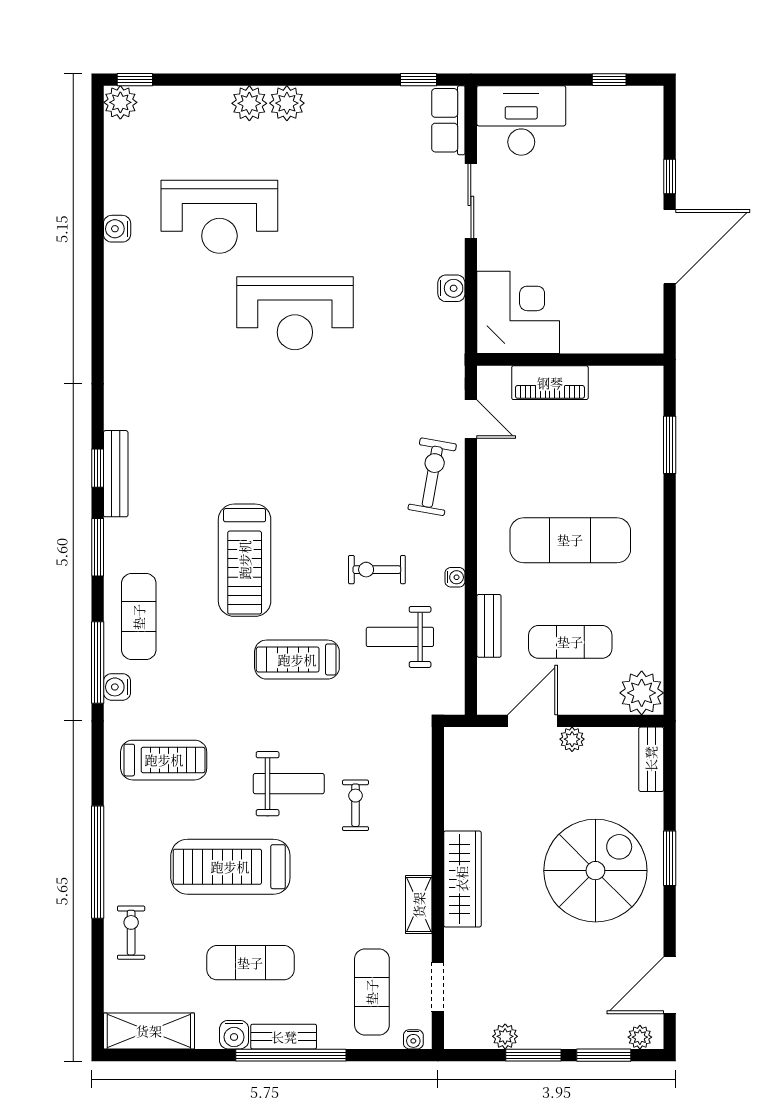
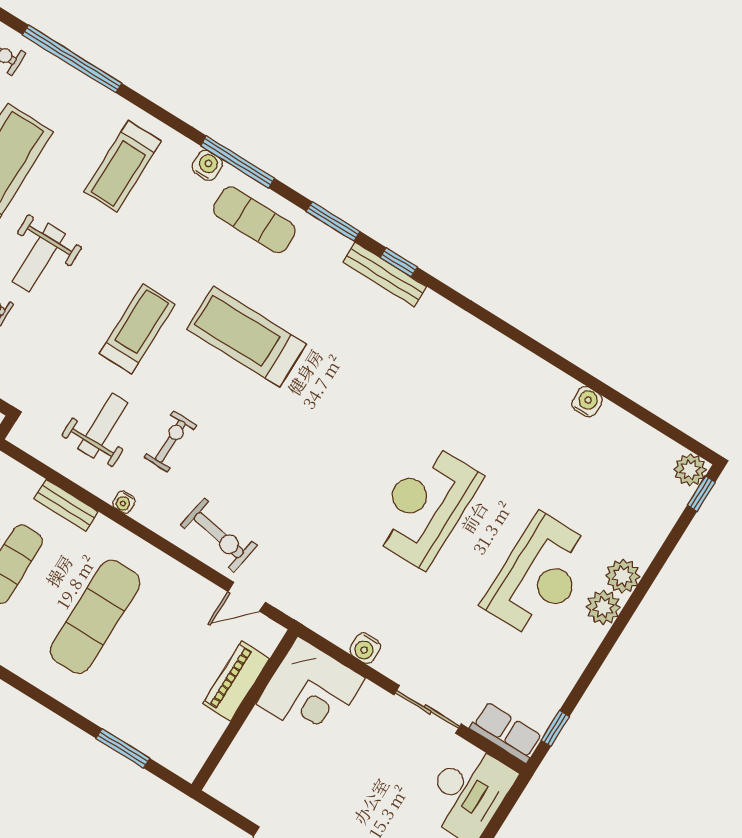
reception desk: (219, 217) -> (539, 576), moved, turned 180

